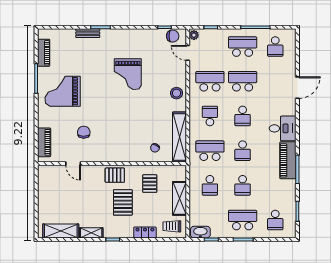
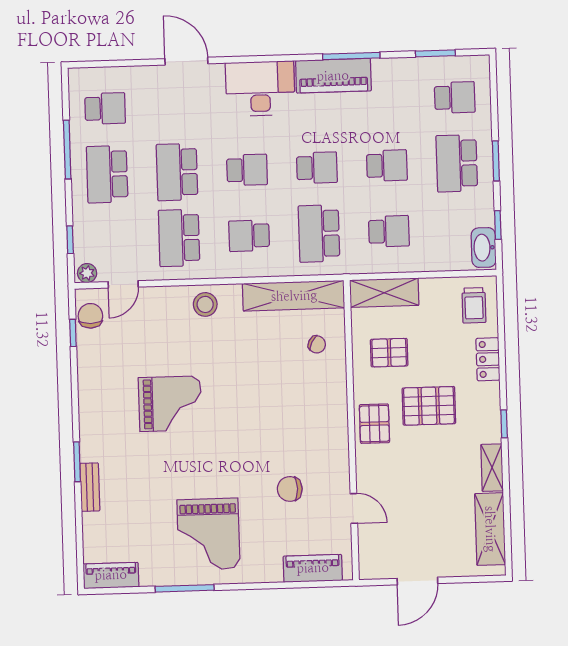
piano: (44, 53) -> (111, 575), moved
desk: (283, 128) -> (260, 89), width x1.37
door: (73, 164) -> (354, 508), hinge flipped
door: (36, 194) -> (417, 581), added
shelving: (180, 198) -> (384, 293), moved

